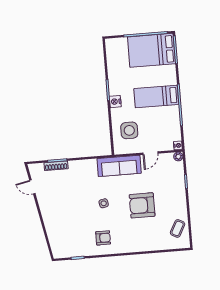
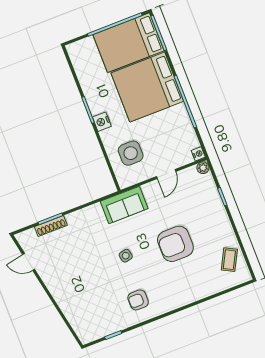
bed: (156, 96) -> (147, 87), width x2.04
sofa: (119, 166) -> (124, 205), width x0.73
armchair: (103, 238) -> (138, 300), turned 180

